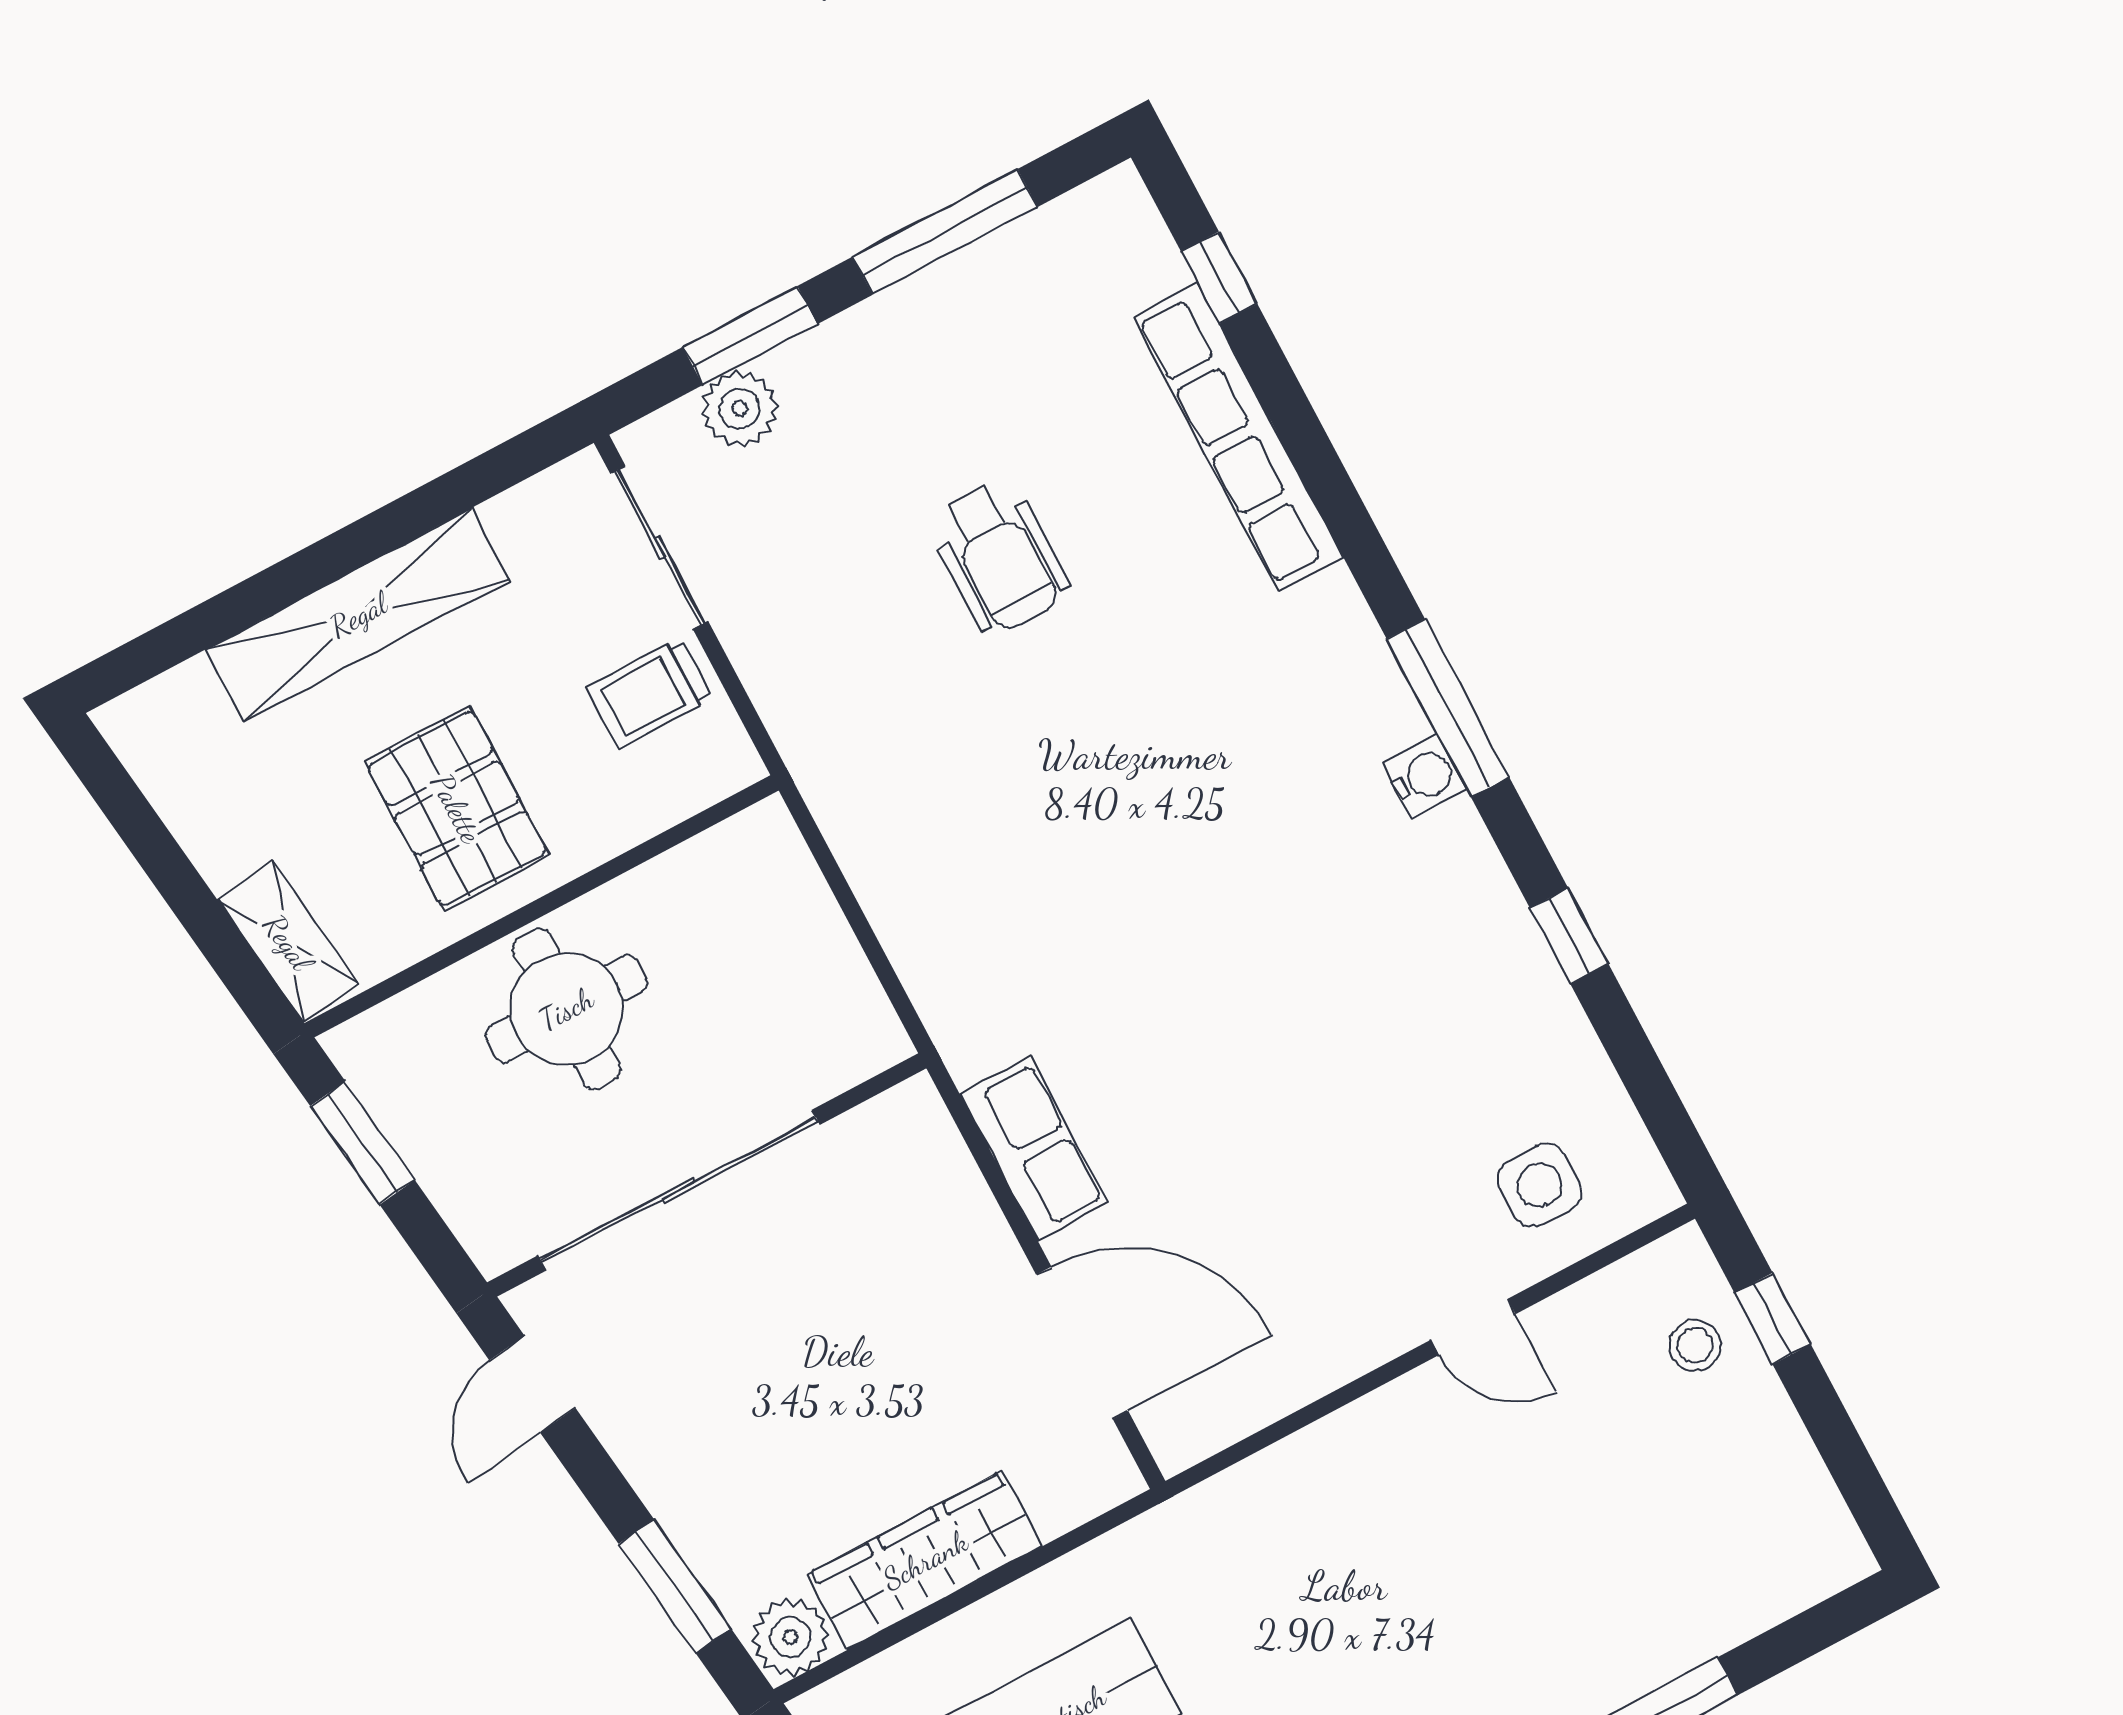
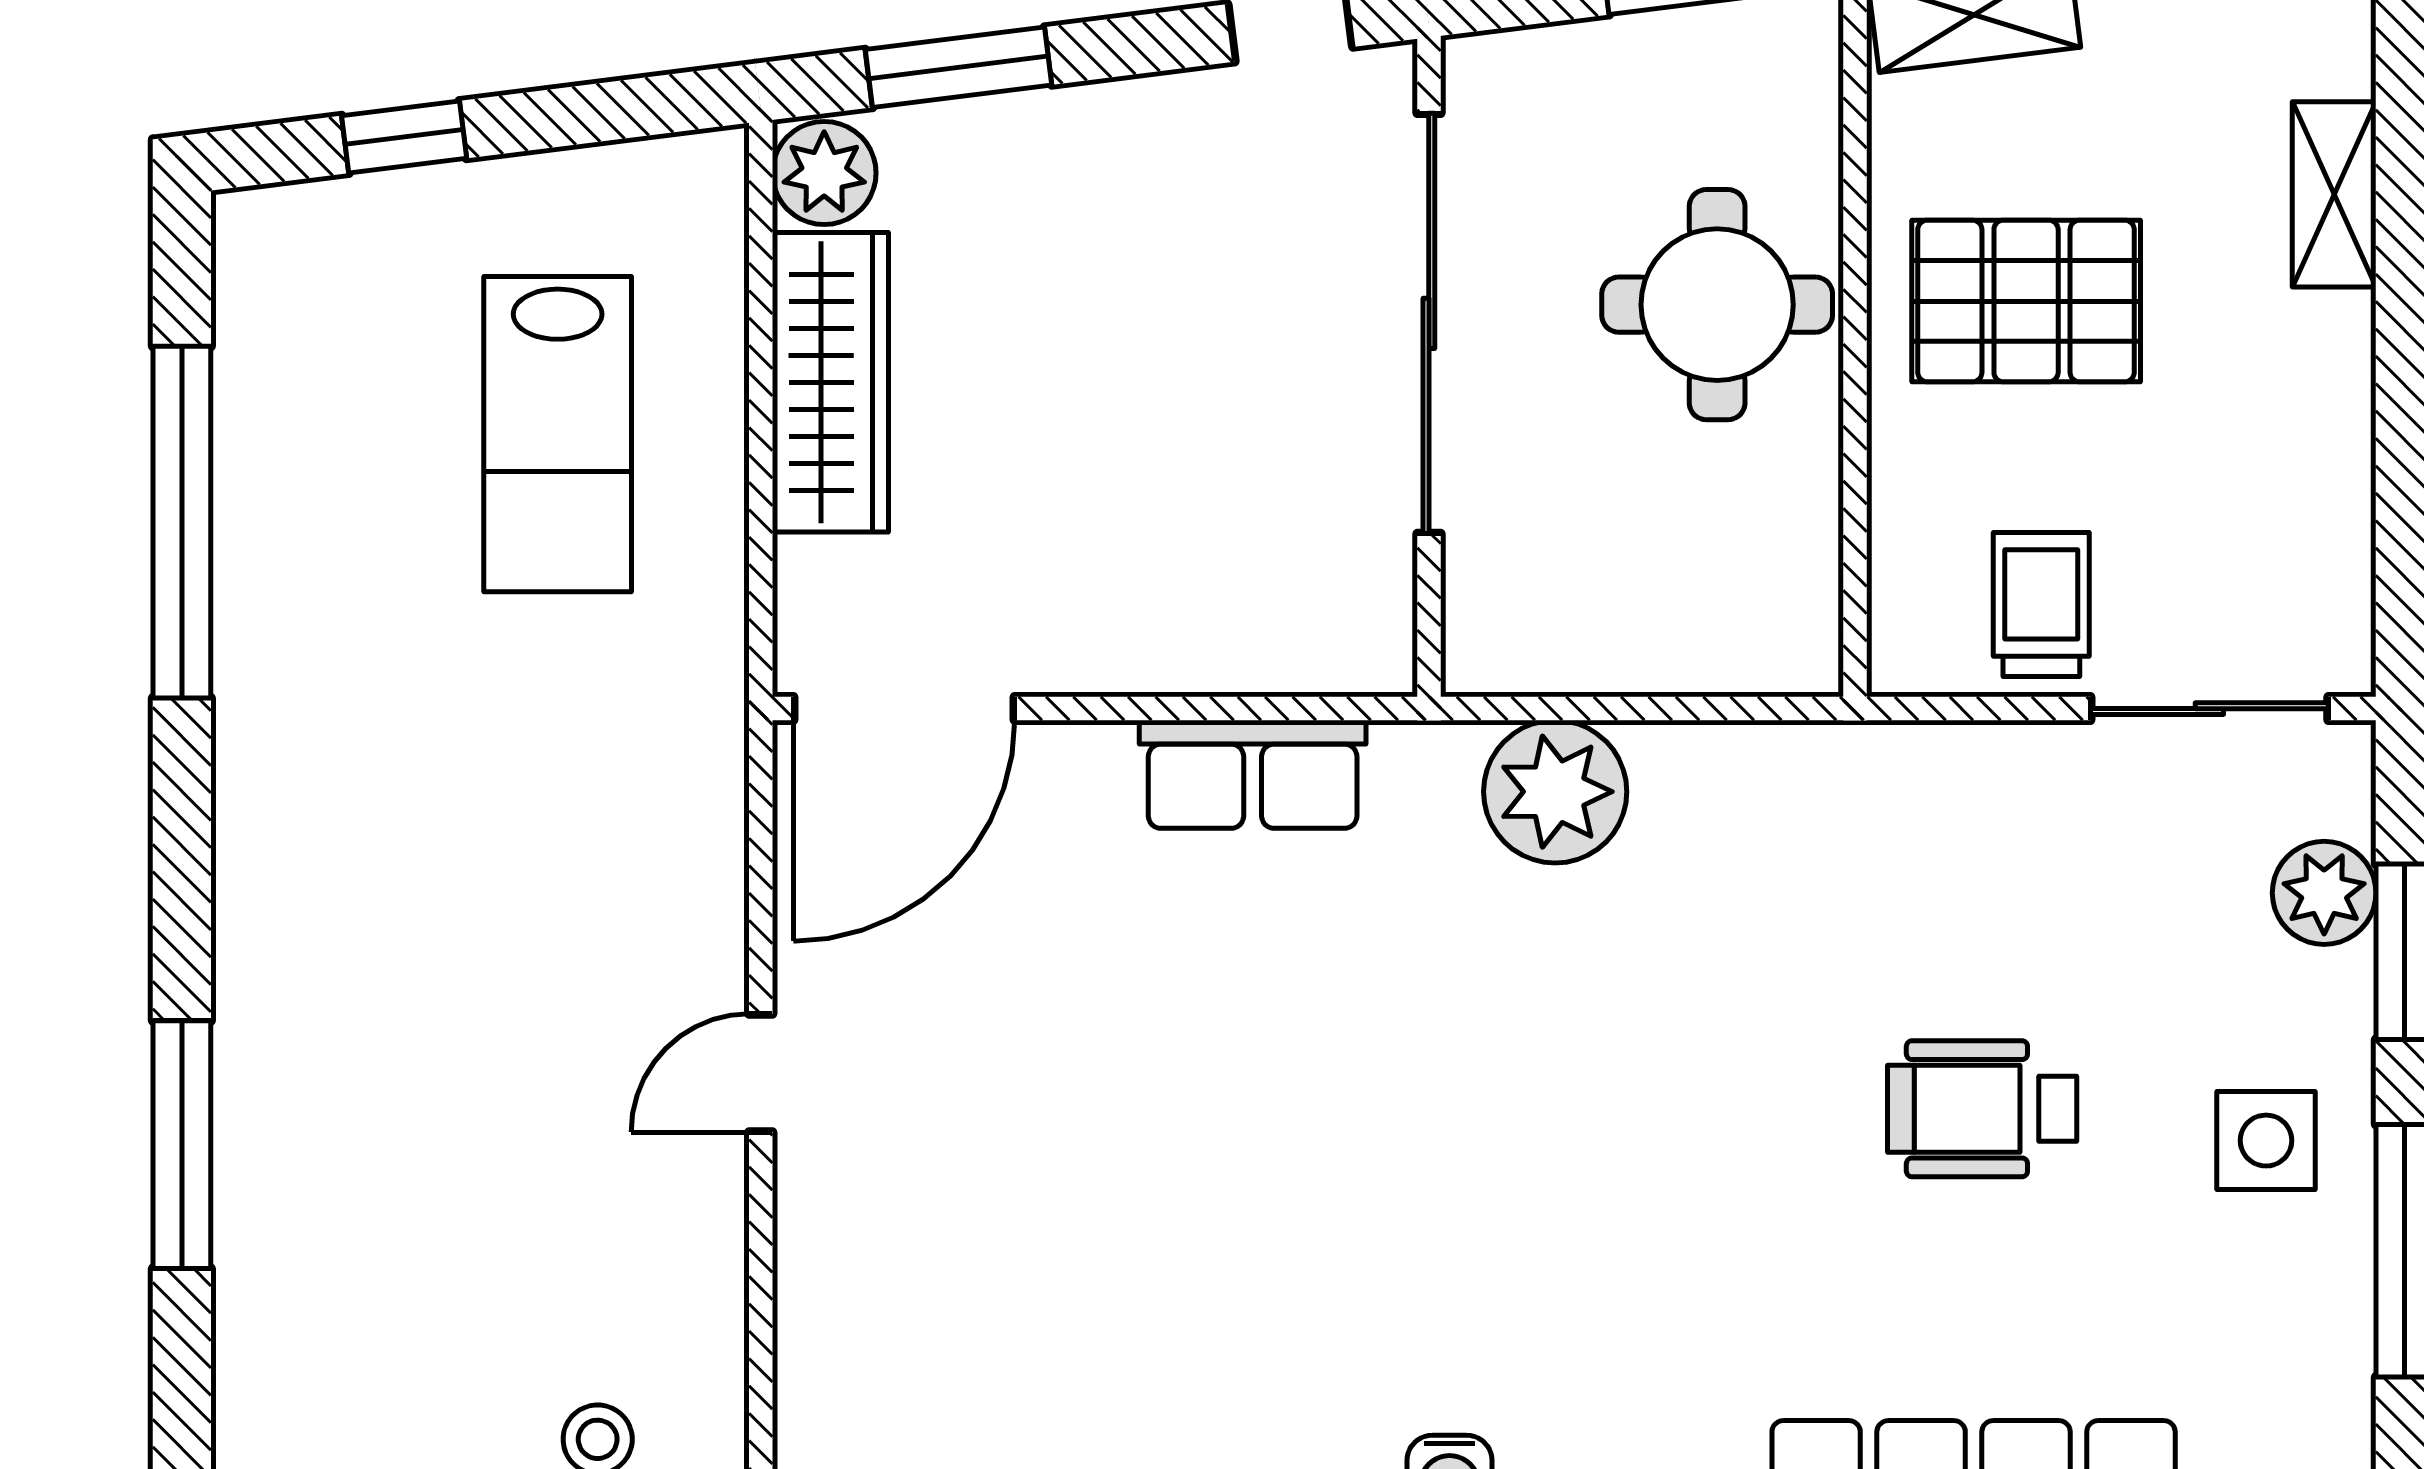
shelving: (358, 615) -> (2334, 194), width x0.45, depth x0.75
plant: (940, 945) -> (1555, 792), added
side table: (1539, 1185) -> (2266, 1141), moved
door: (1473, 1327) -> (761, 1073), moved
door: (1082, 1343) -> (904, 709), moved

